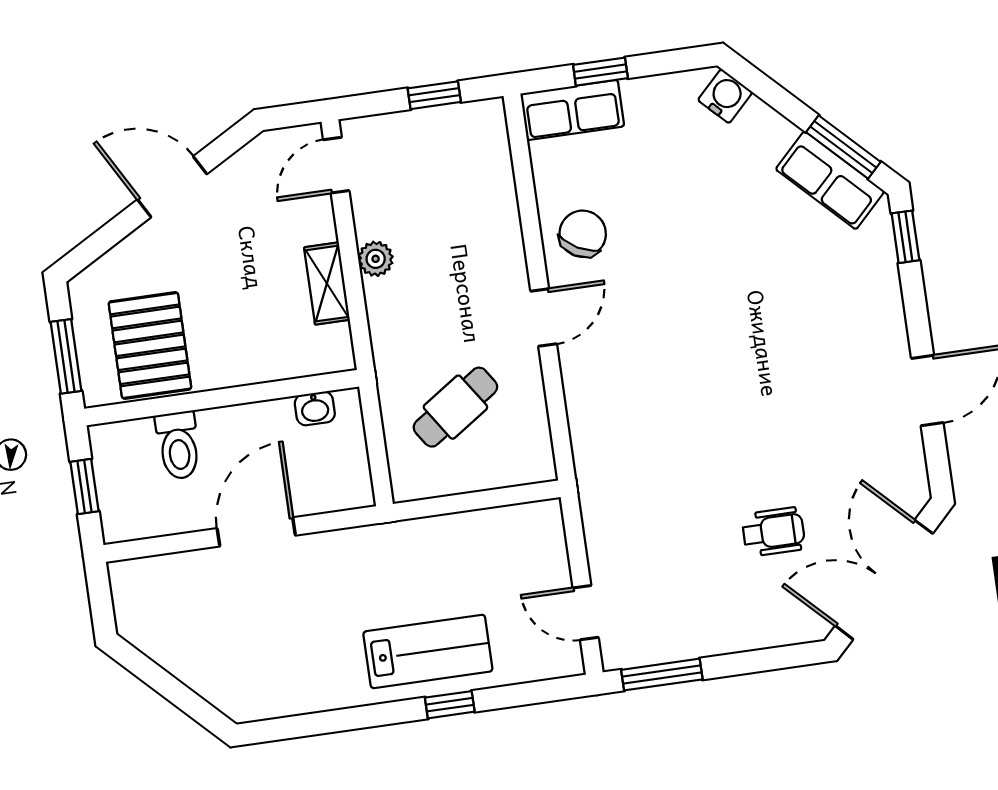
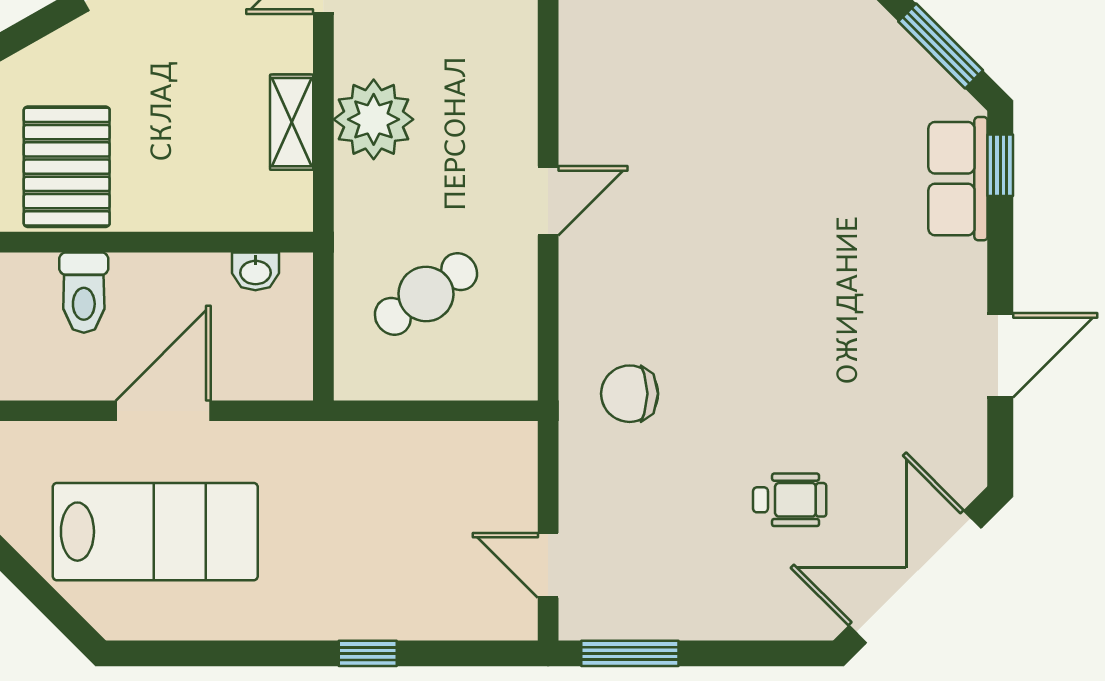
row of seats: (830, 180) -> (958, 179), moved, turned 45
chair: (583, 234) -> (630, 394), moved, turned -119
plant: (376, 259) -> (374, 119), width x1.87, depth x1.87
lab bench: (428, 651) -> (155, 532), moved, width x1.36, depth x1.39

